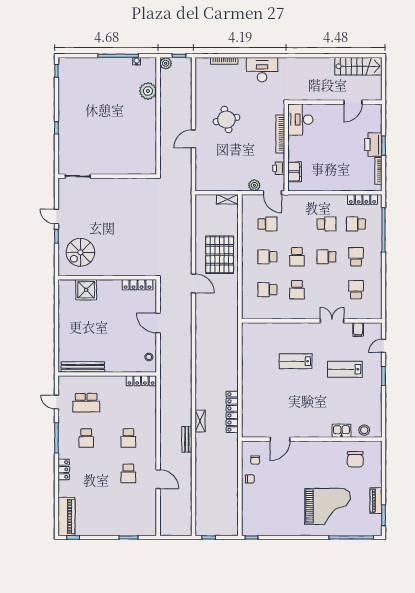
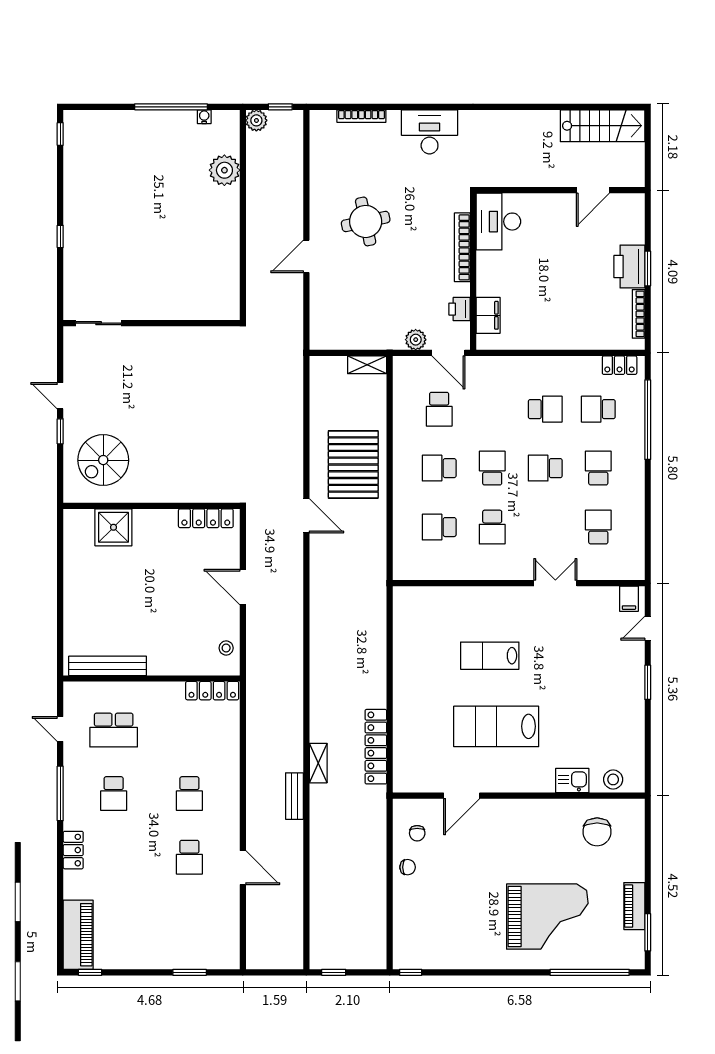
locker: (362, 200) -> (620, 365), width x0.66
school desk: (267, 224) -> (439, 409), turned 90
school desk: (297, 257) -> (492, 468), turned 180
filing cabinet: (358, 330) -> (629, 599), moved
lab bench: (345, 369) -> (496, 726), moved, width x1.36, depth x1.39

